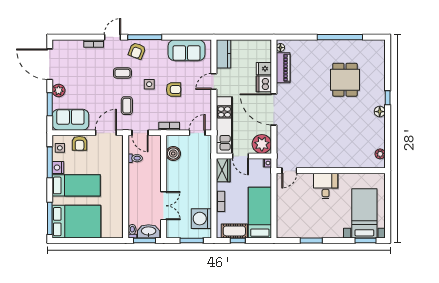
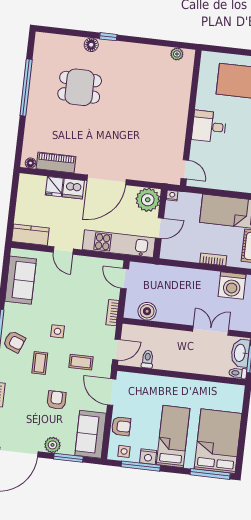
armchair: (174, 90) -> (57, 400), moved
floor lamp: (380, 112) -> (91, 45), moved
wardrobe: (223, 170) -> (175, 252), removed

